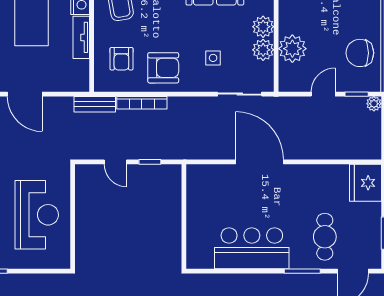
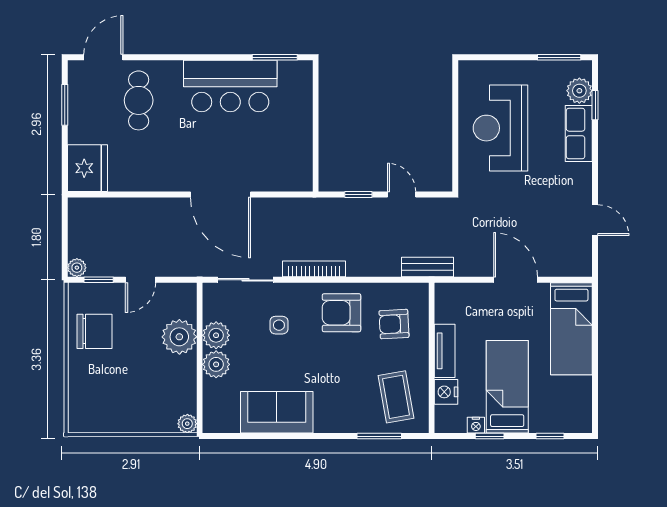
armchair: (121, 59) -> (394, 324), turned -93
bookcase: (142, 103) -> (314, 269), moved
window: (302, 271) -> (275, 57), moved

